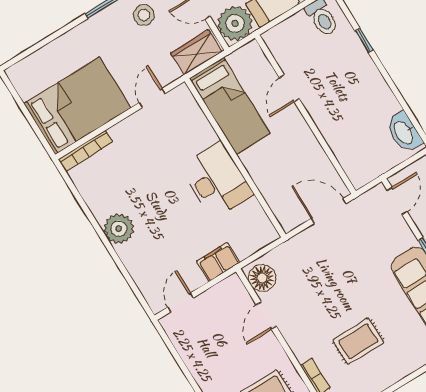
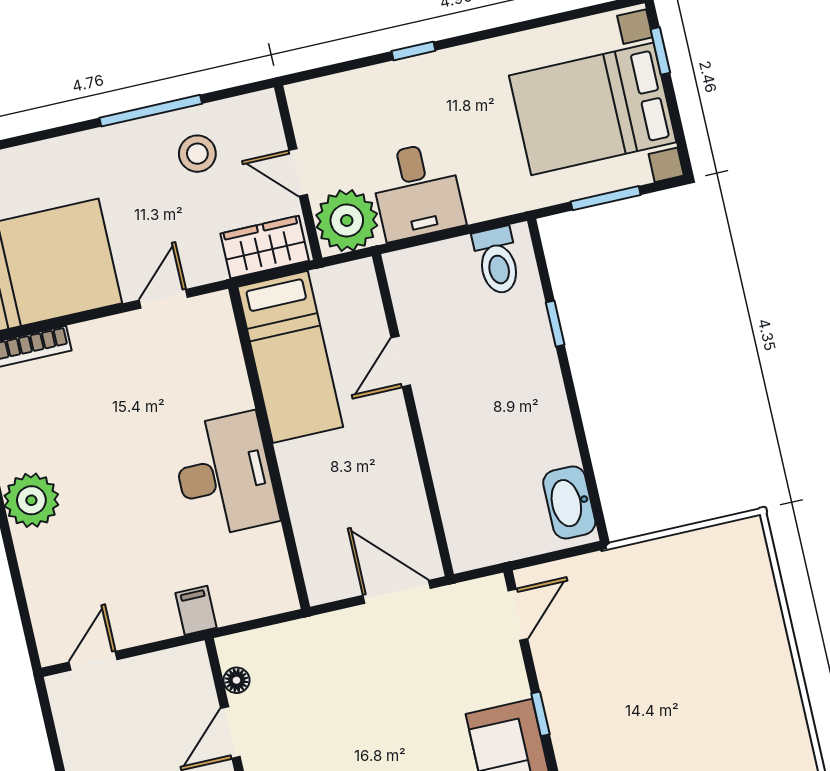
filing cabinet: (218, 262) -> (196, 610), width x0.50
floor lamp: (262, 278) -> (236, 680), width x0.53, depth x0.53

